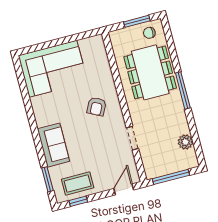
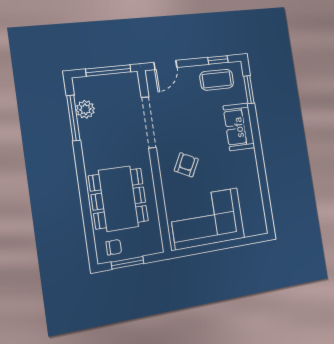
corner sofa: (53, 69) -> (207, 219), moved
window: (183, 90) -> (73, 118), moved
doorway: (132, 138) -> (149, 123), width x1.88

